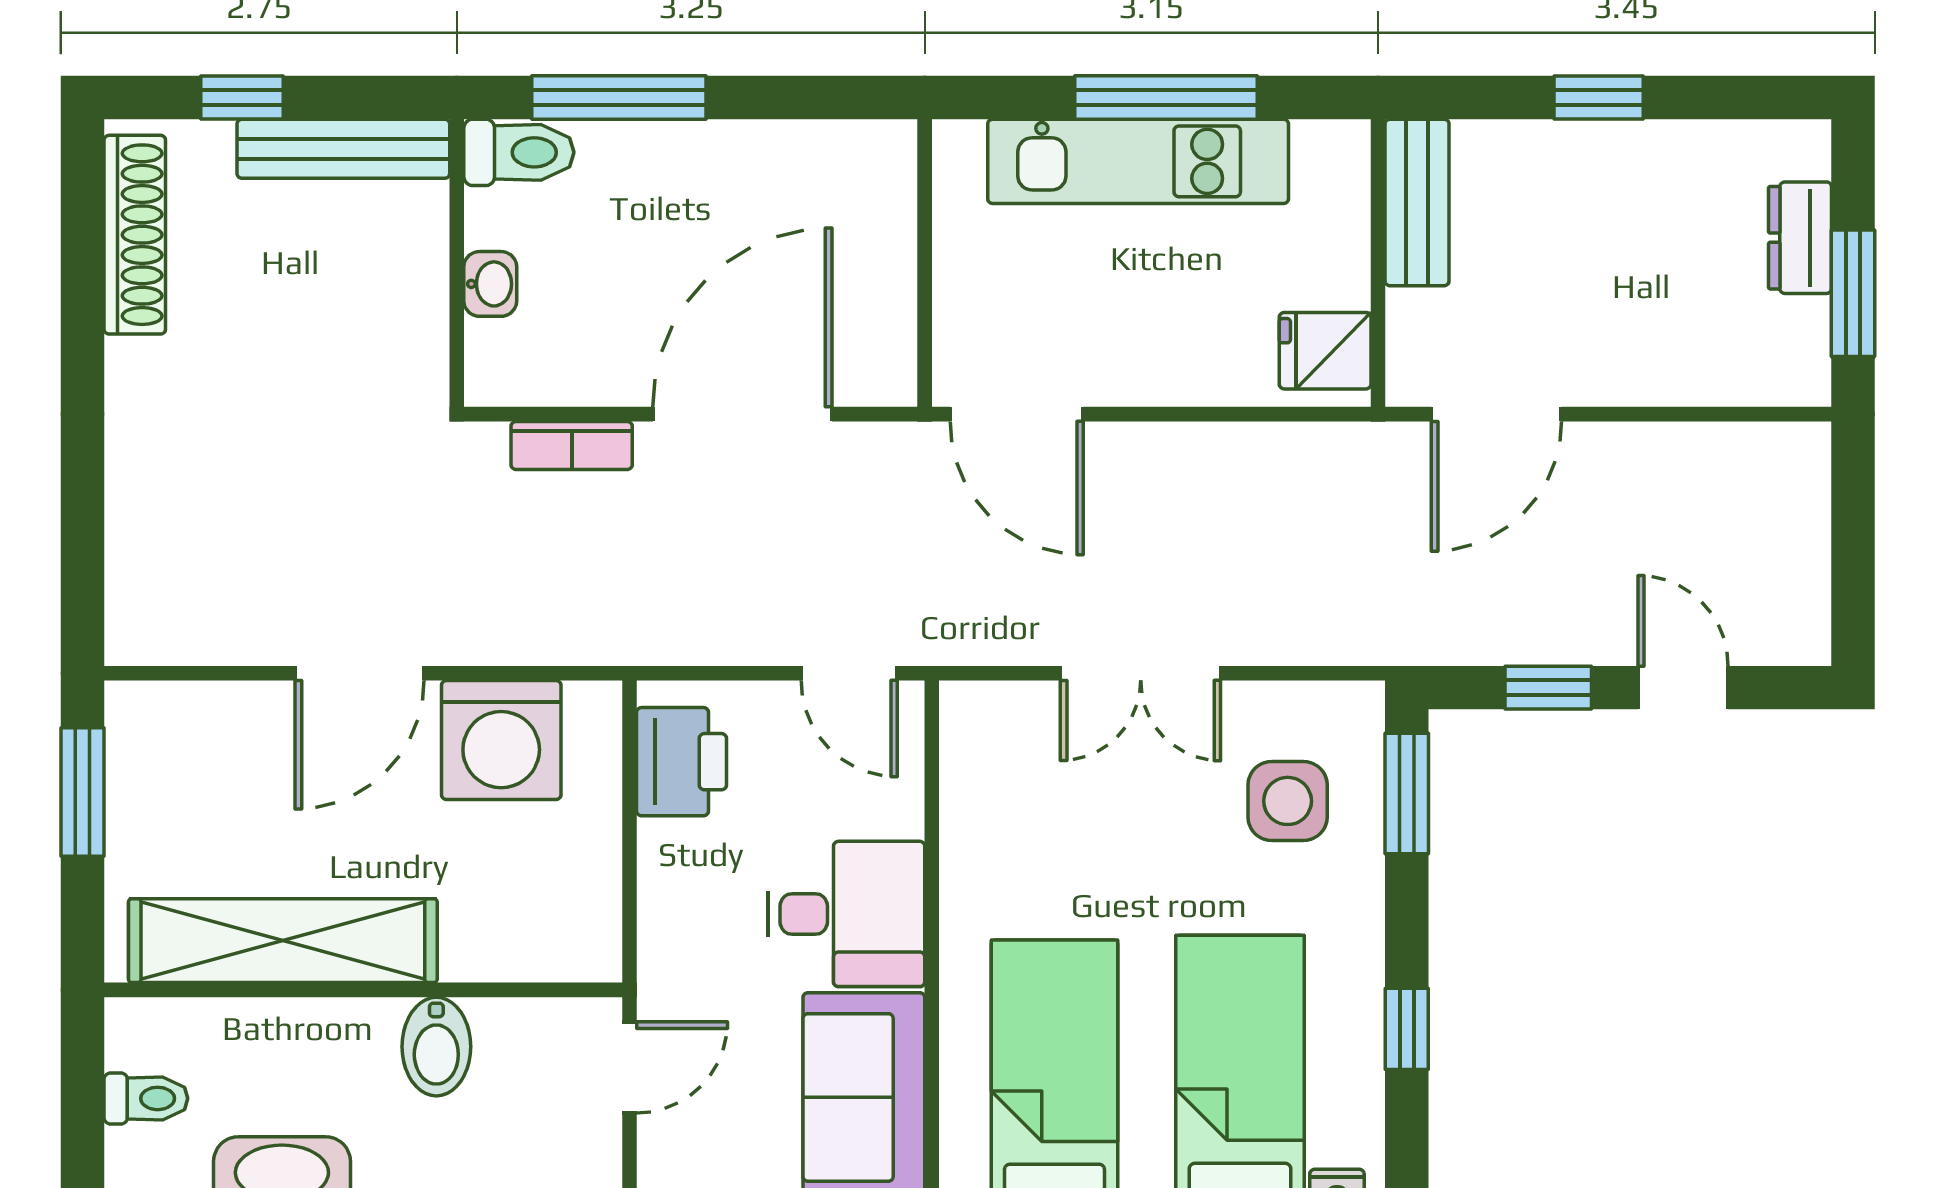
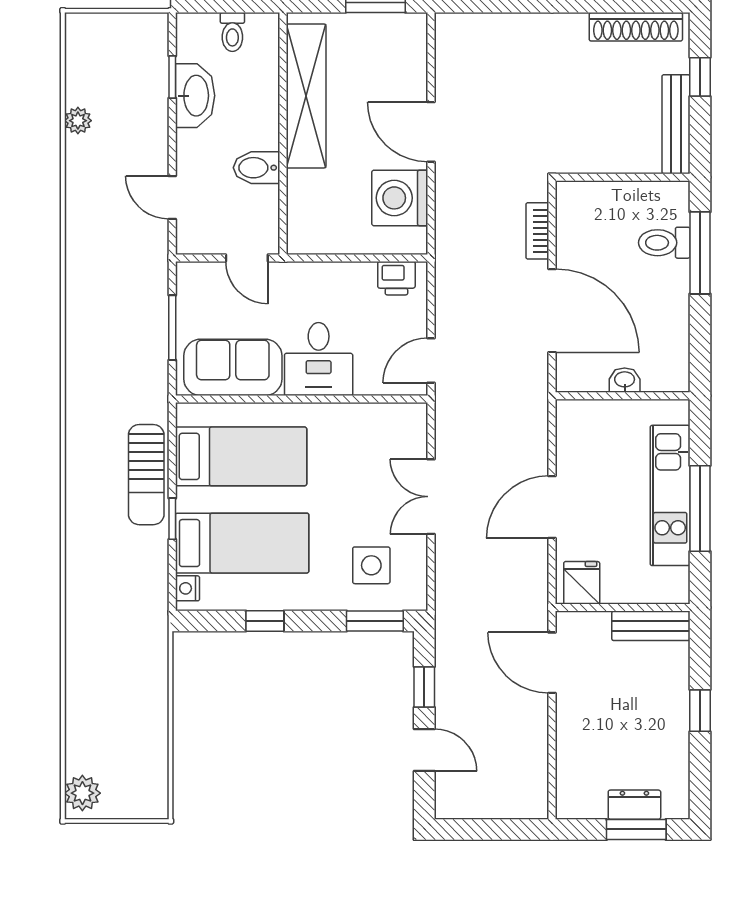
toilet: (519, 152) -> (664, 243), moved, turned 90
washbasin: (490, 284) -> (625, 380), moved, turned 180
window: (1853, 293) -> (636, 829), moved
door: (1017, 414) -> (552, 507), moved
door: (1683, 688) -> (424, 750), hinge flipped
printer: (682, 762) -> (396, 278), width x0.73, depth x0.81

